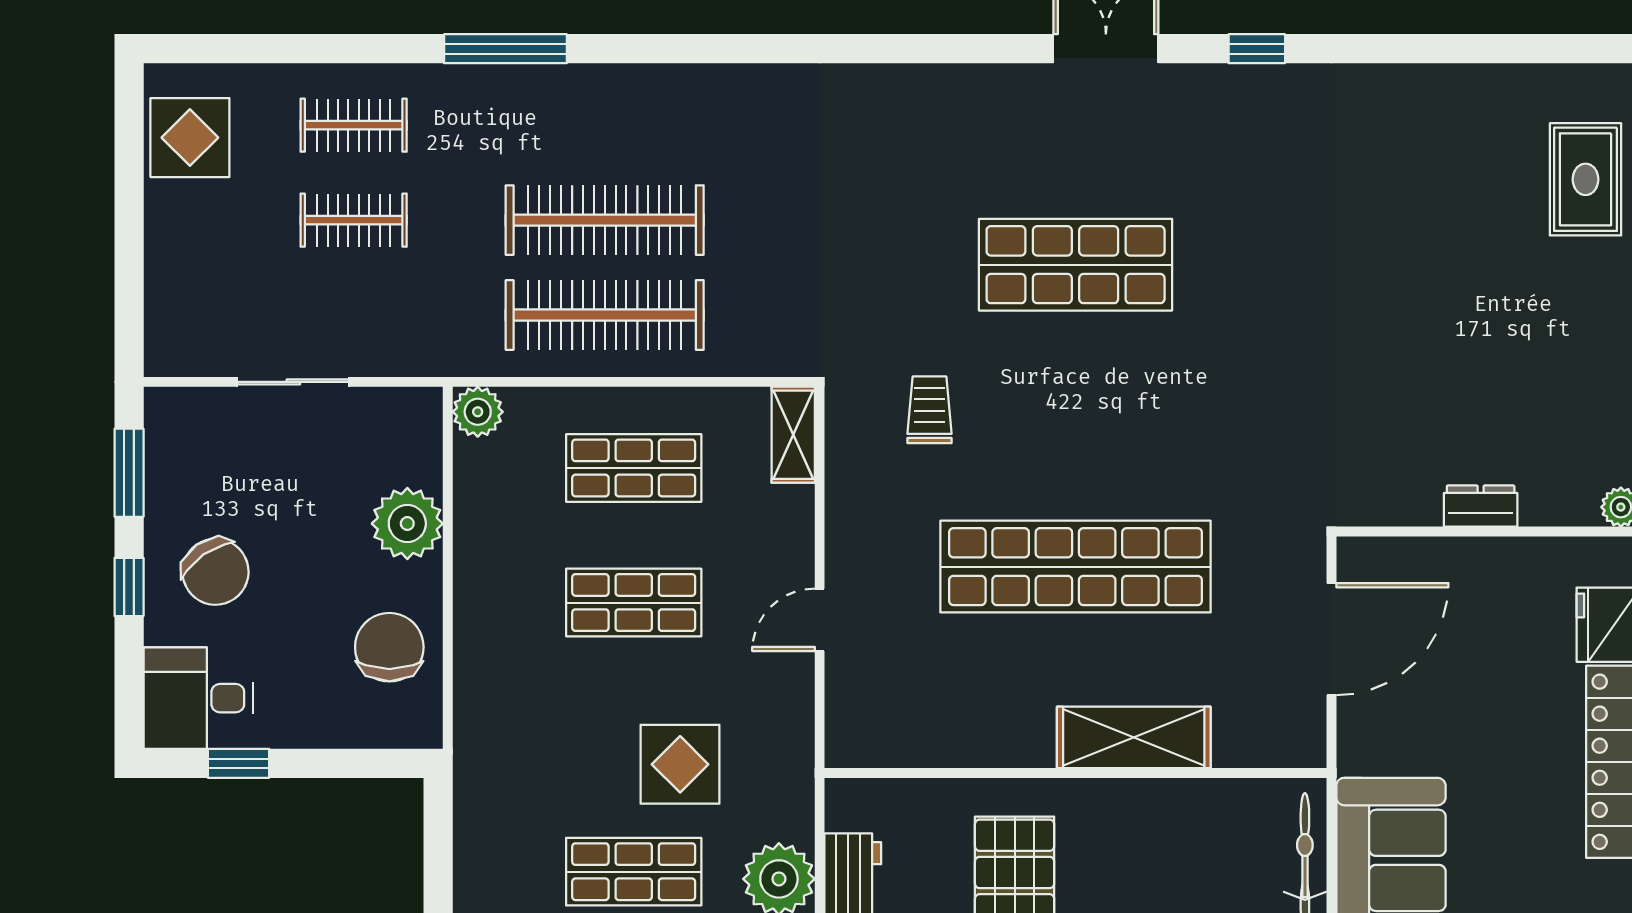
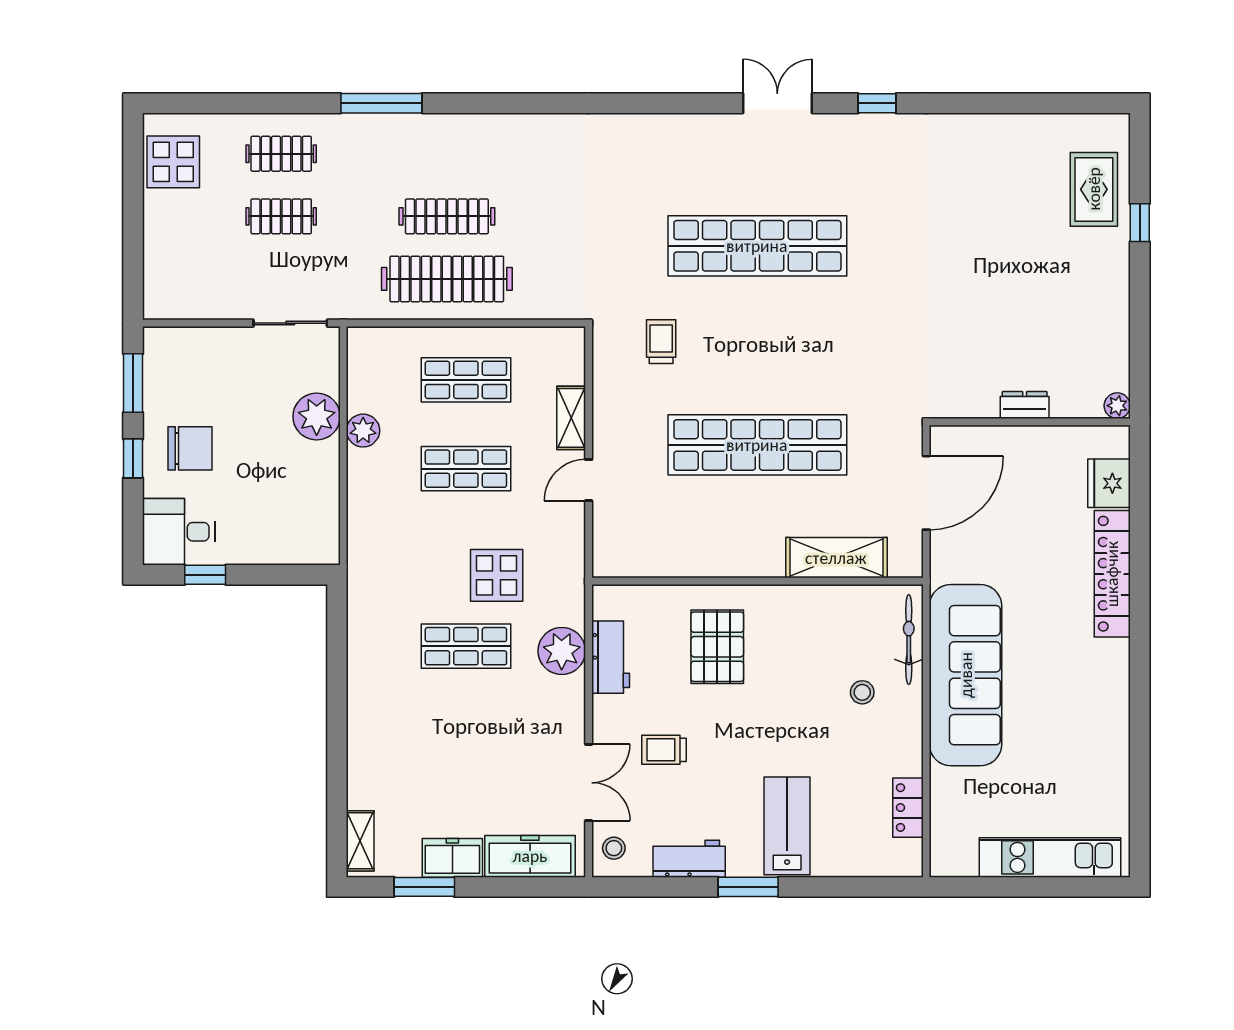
clothes rail: (605, 220) -> (447, 216), width x0.73, depth x0.76
shop shelf: (1076, 265) -> (757, 246), width x1.40
sliding door: (293, 382) -> (290, 323), moved
plant: (478, 412) -> (363, 431), moved
shelving: (793, 435) -> (571, 418), moved
chair: (215, 572) -> (190, 448), turned -55
chair: (389, 647) -> (305, 498), removed
shelving: (1134, 737) -> (836, 558), moved

